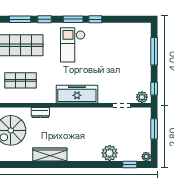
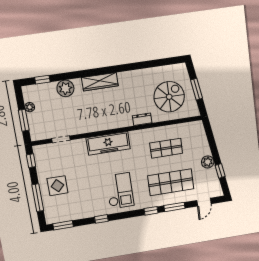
window: (73, 19) -> (63, 225), moved
display table: (133, 60) -> (57, 186), added
plant: (142, 97) -> (42, 150), removed
wardrobe: (50, 155) -> (100, 82), moved
plant: (146, 157) -> (30, 107), moved

